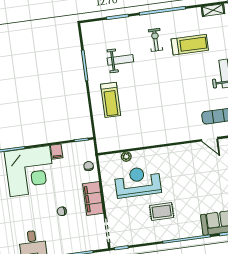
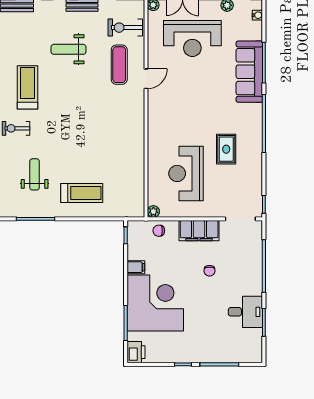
plant: (126, 157) -> (153, 212), moved

